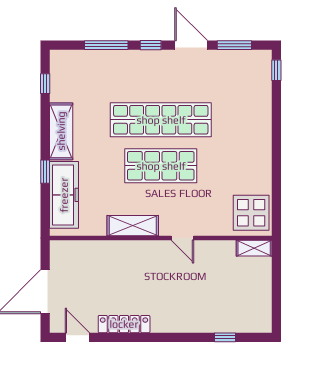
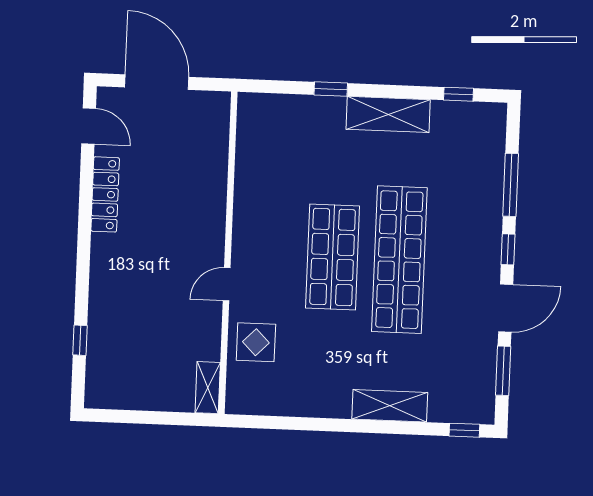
freezer: (64, 195) -> (296, 115), removed
display table: (251, 213) -> (256, 342), moved, width x0.73, depth x0.73
shelving: (133, 226) -> (390, 406), moved, turned 90
door: (77, 337) -> (89, 126), hinge flipped

